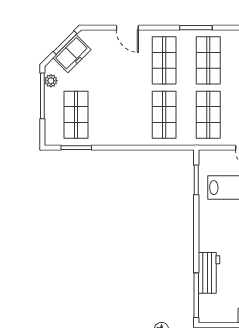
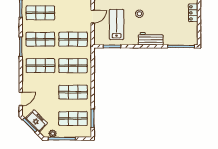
door: (127, 28) -> (21, 99), moved
shop shelf: (120, 115) -> (73, 92), added
workbench: (209, 273) -> (151, 39), moved

